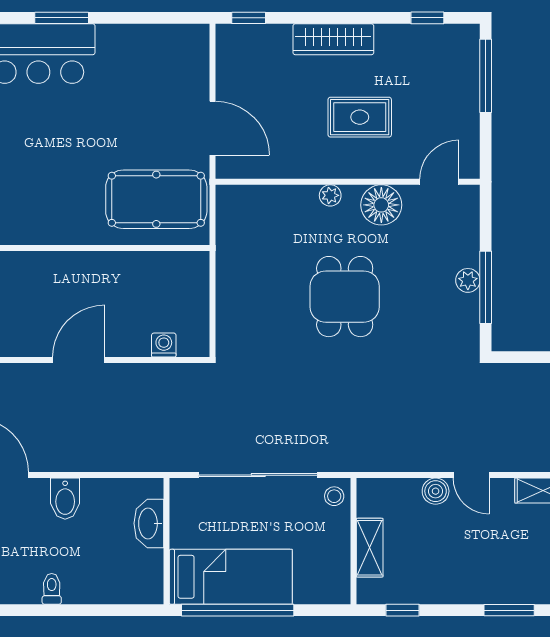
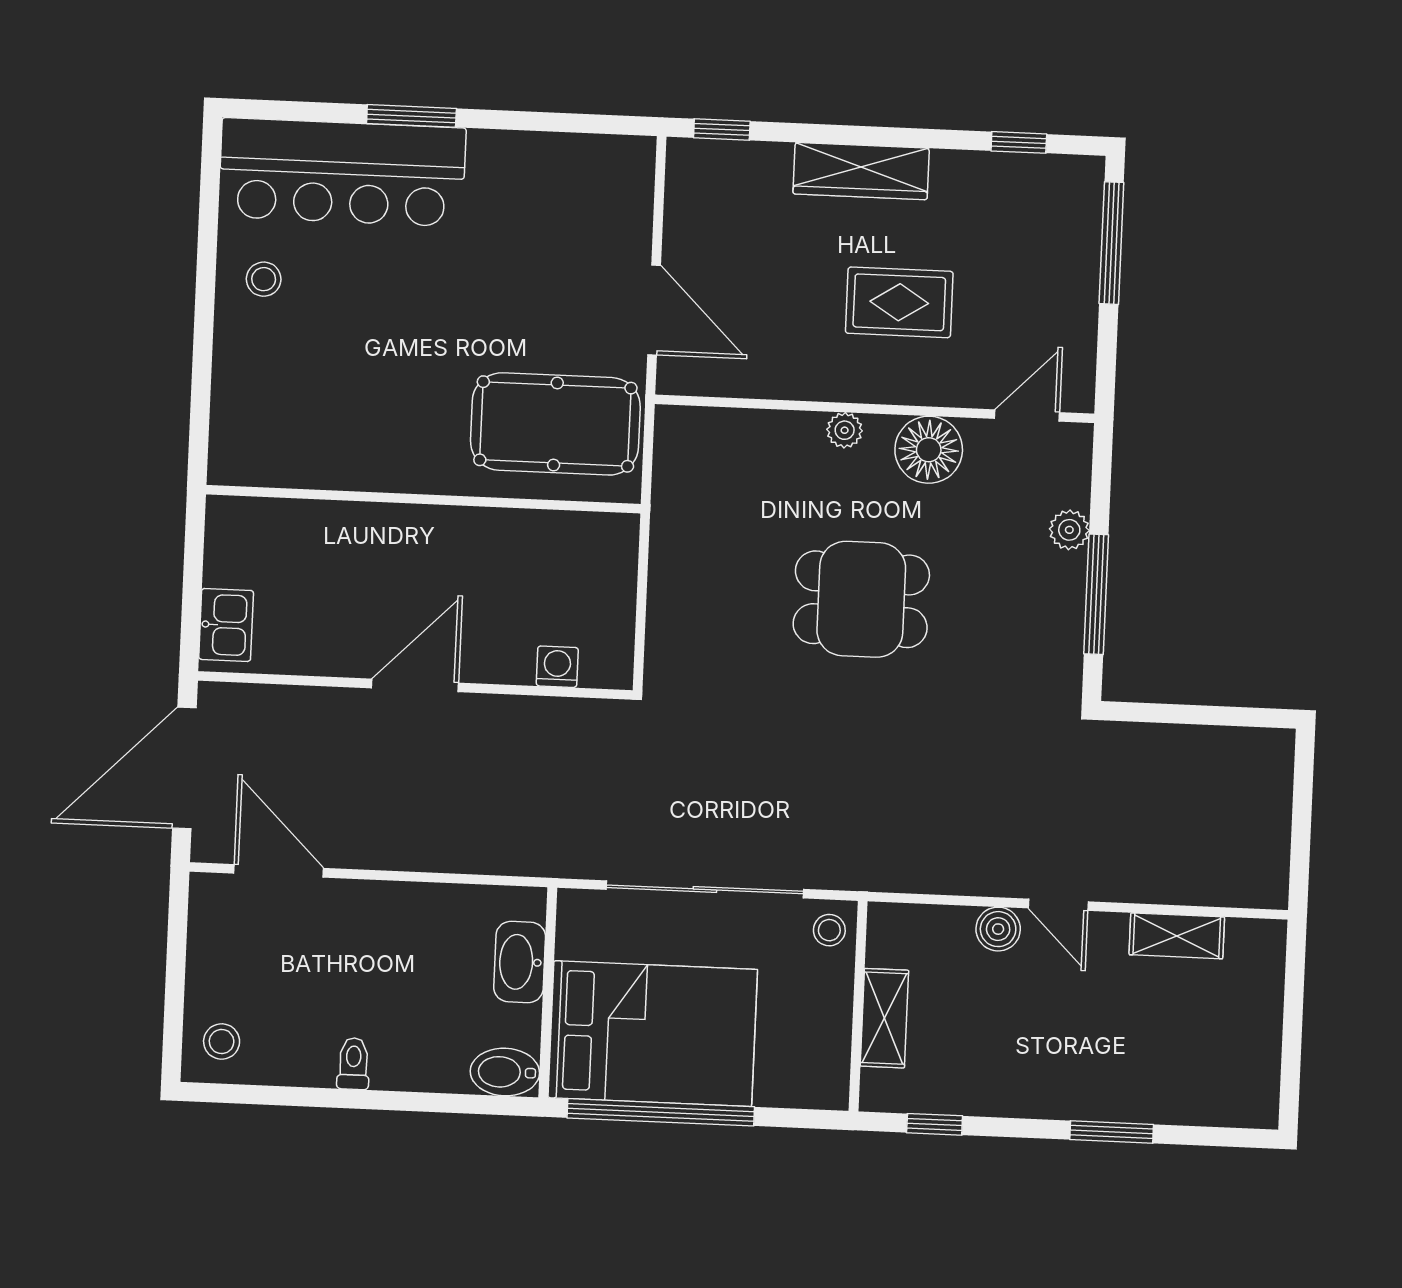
plant: (468, 280) -> (1069, 530), moved
dining table: (345, 297) -> (861, 599), turned 90
bidet: (65, 499) -> (505, 1072), moved, turned 90
bed: (231, 577) -> (653, 1034), width x1.50

